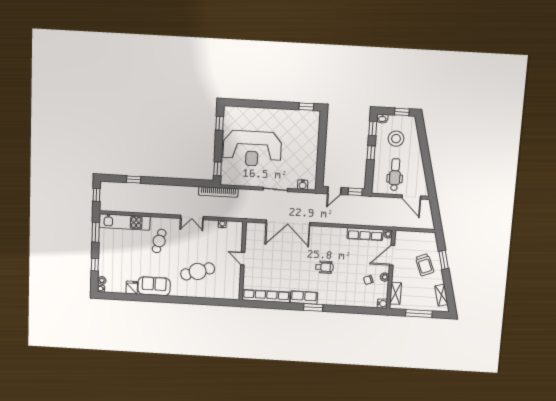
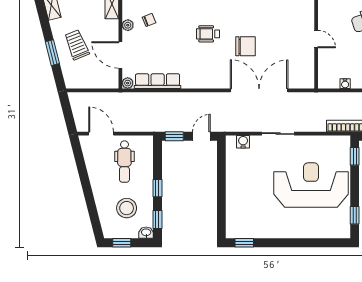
door: (392, 255) -> (120, 55), swing flipped
chair: (297, 256) -> (245, 46), added

